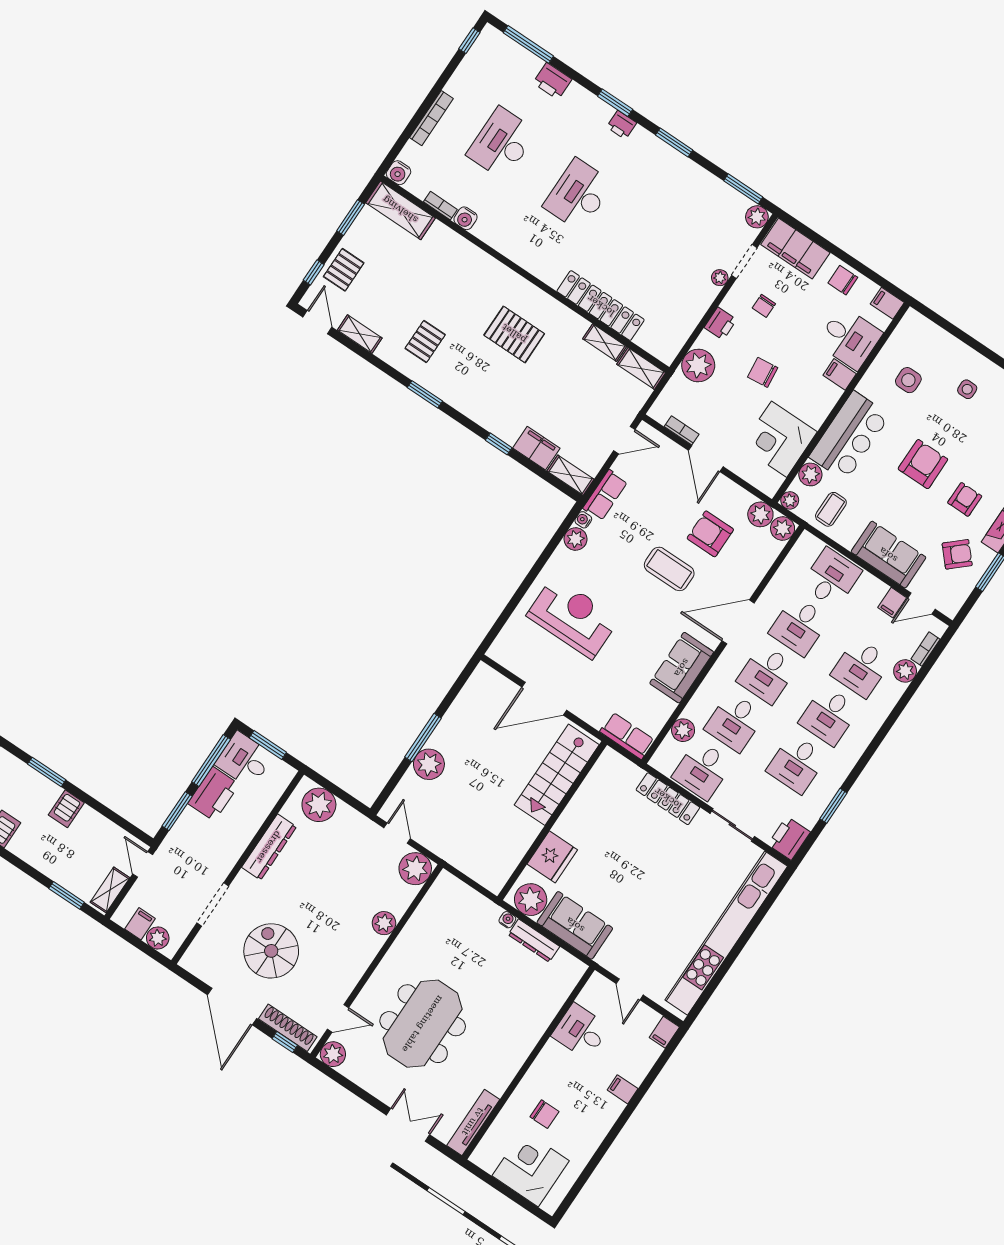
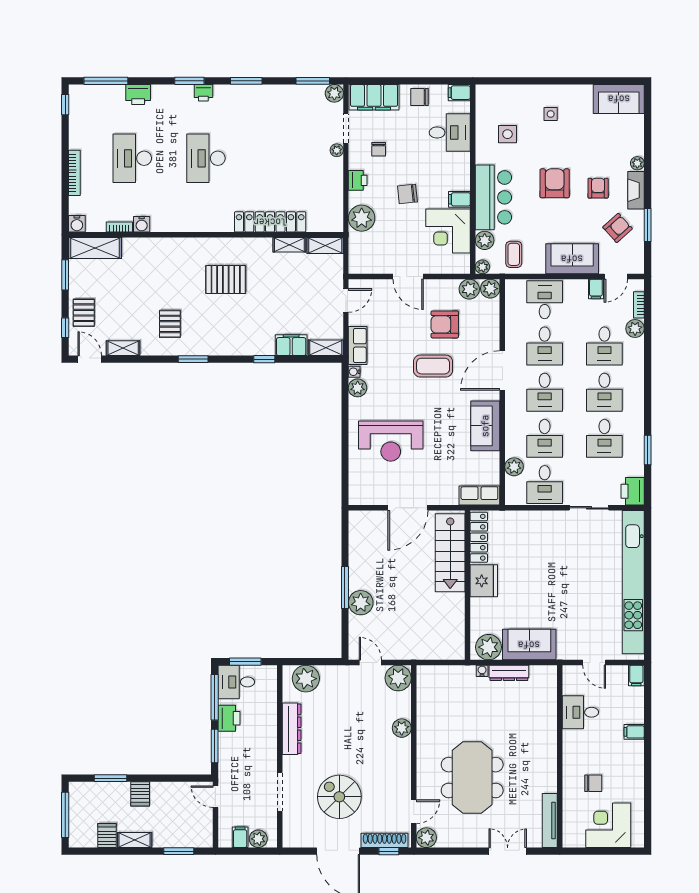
filing cabinet: (840, 374) -> (459, 199), moved
bookcase: (682, 430) -> (380, 269), removed
reception desk: (573, 617) -> (391, 441), turned 180
printer: (214, 794) -> (229, 718), width x0.73, depth x0.84
locker: (668, 799) -> (479, 537), moved, turned -90
fridge: (552, 857) -> (484, 581), moved
shelving: (110, 890) -> (135, 840), moved, turned 90

